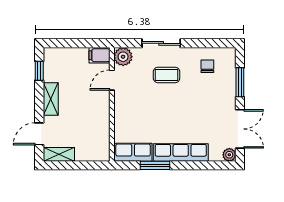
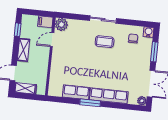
filing cabinet: (99, 55) -> (45, 22), moved
water cooler: (229, 55) -> (148, 32), added
plant: (123, 57) -> (61, 24), moved
door: (112, 80) -> (52, 40), moved
wall: (112, 104) -> (50, 56), moved

